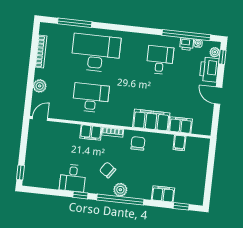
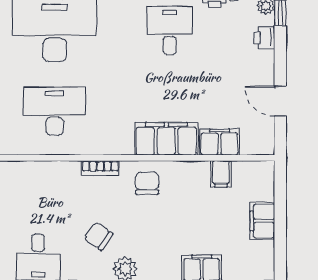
printer: (209, 70) -> (264, 38), width x0.53, depth x0.68
door: (218, 96) -> (280, 101), moved
filing cabinet: (91, 132) -> (262, 221), moved, turned 90

